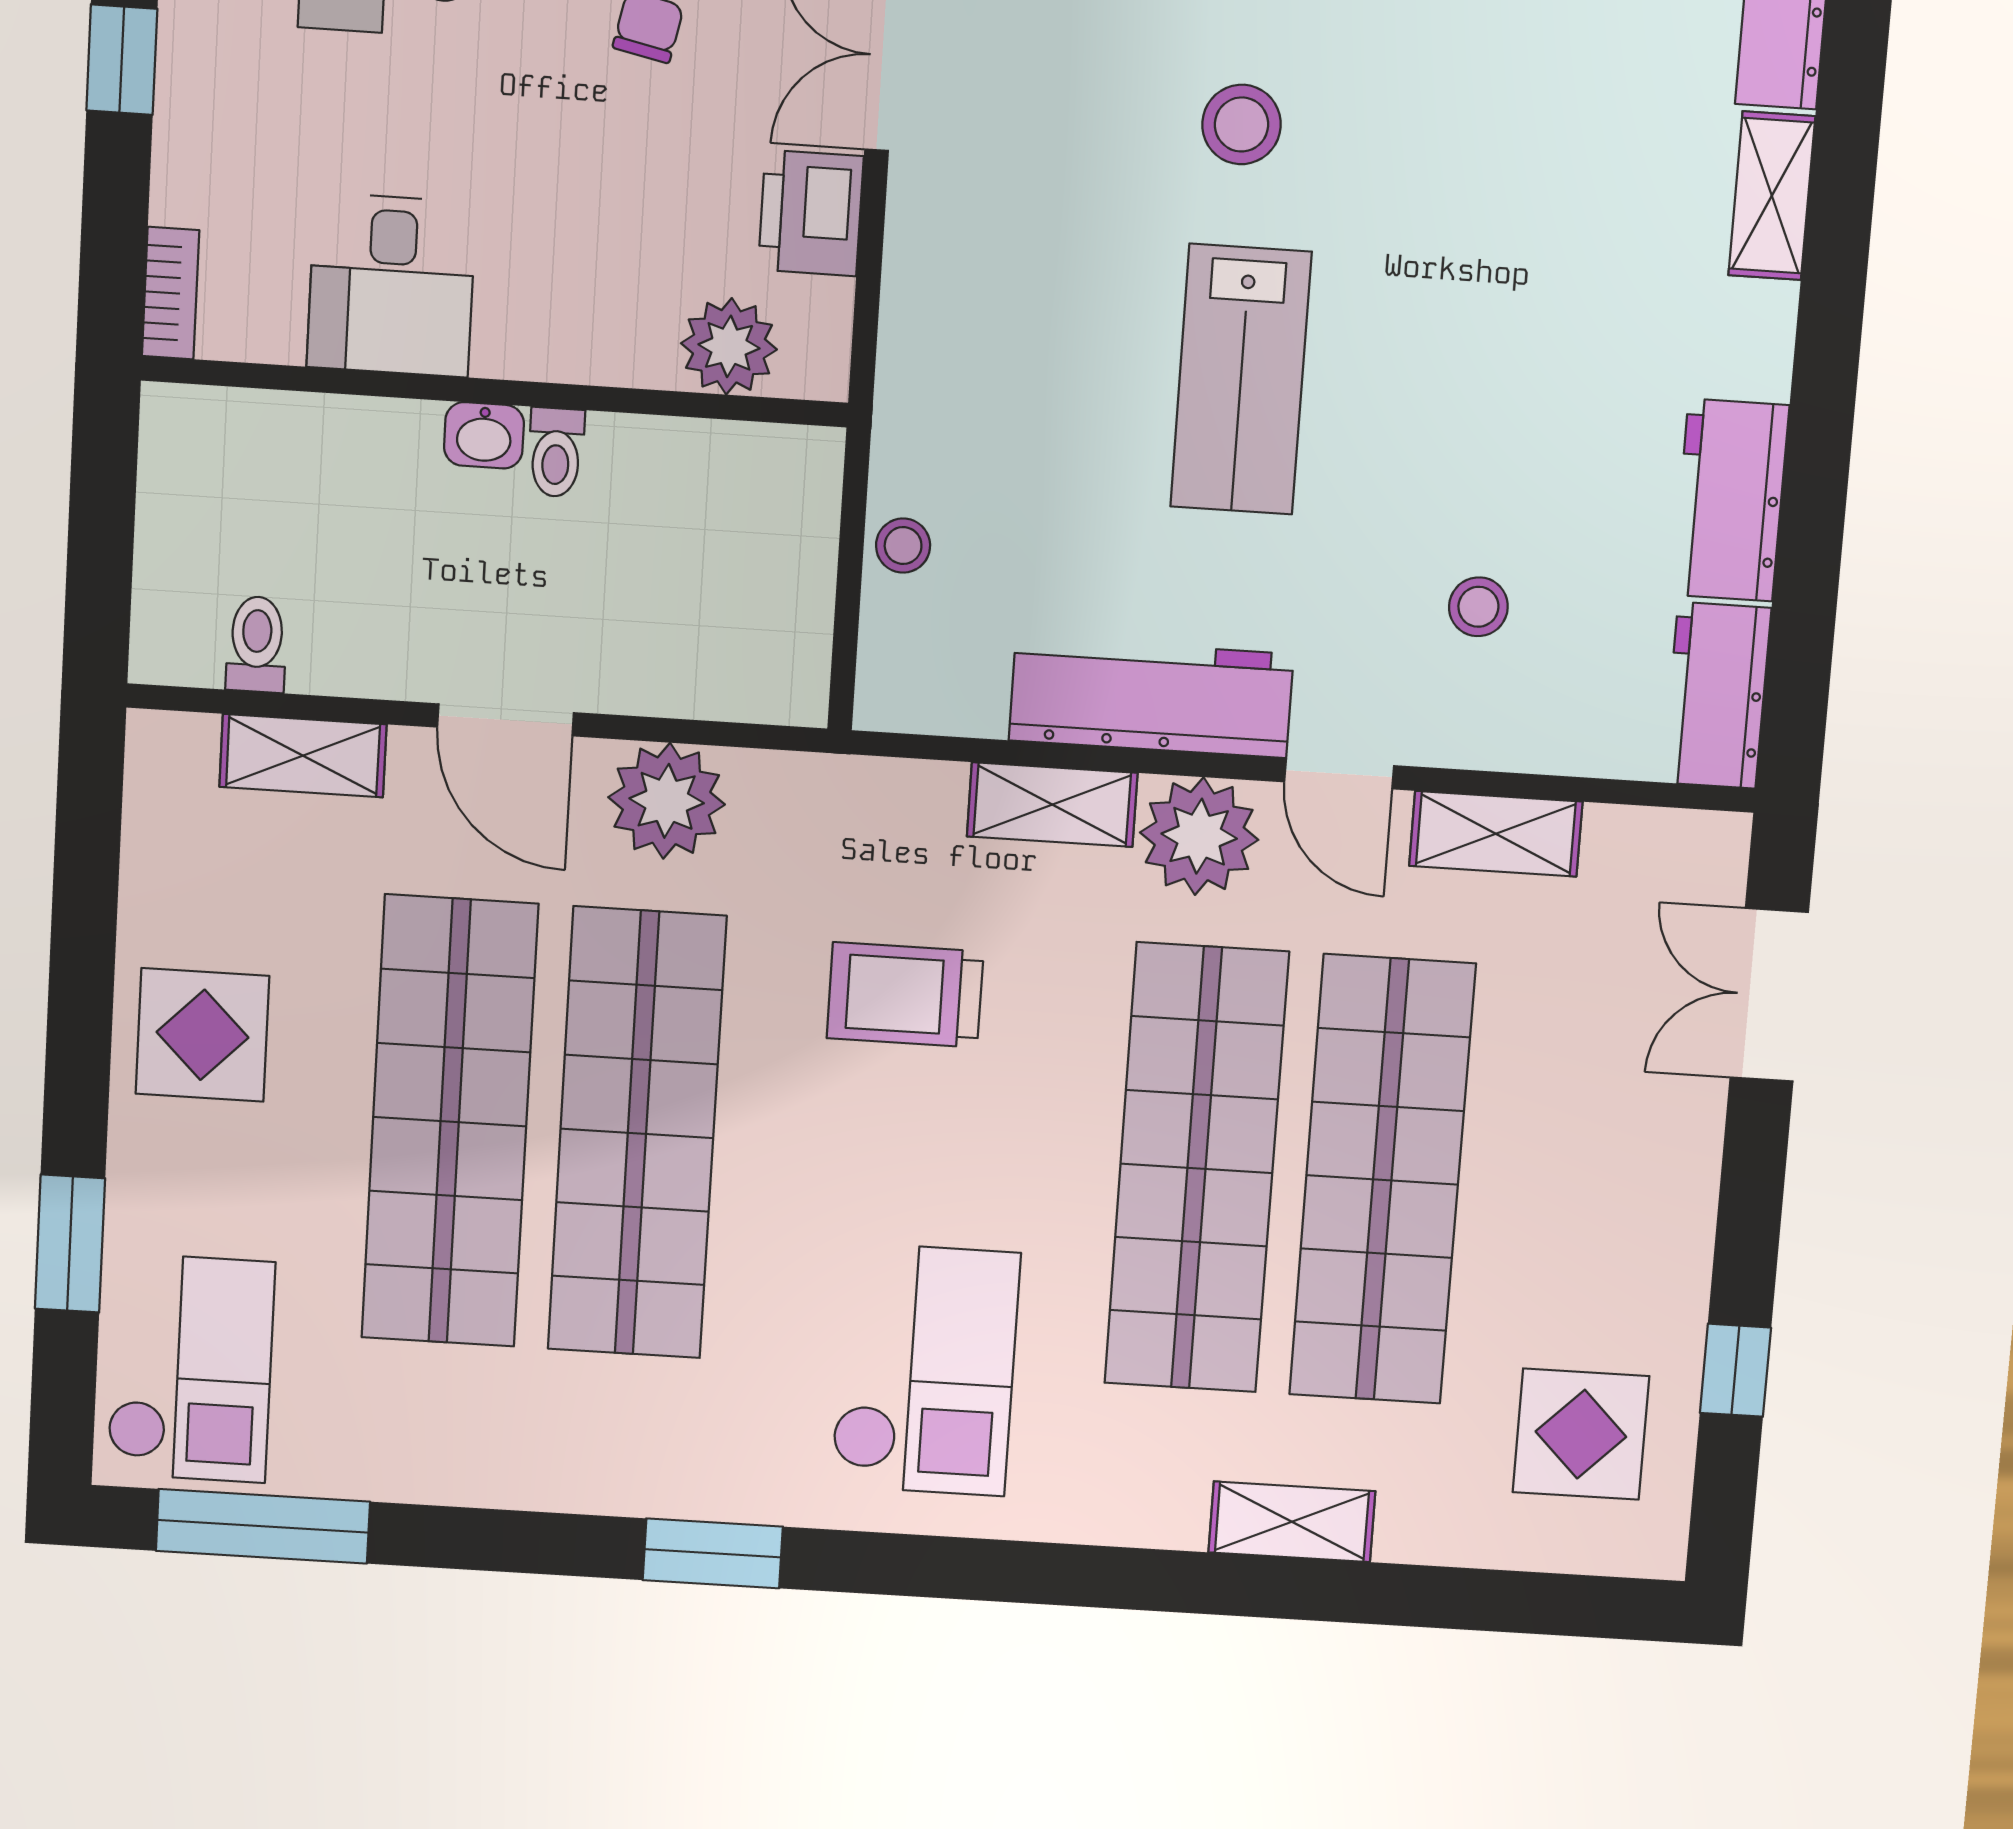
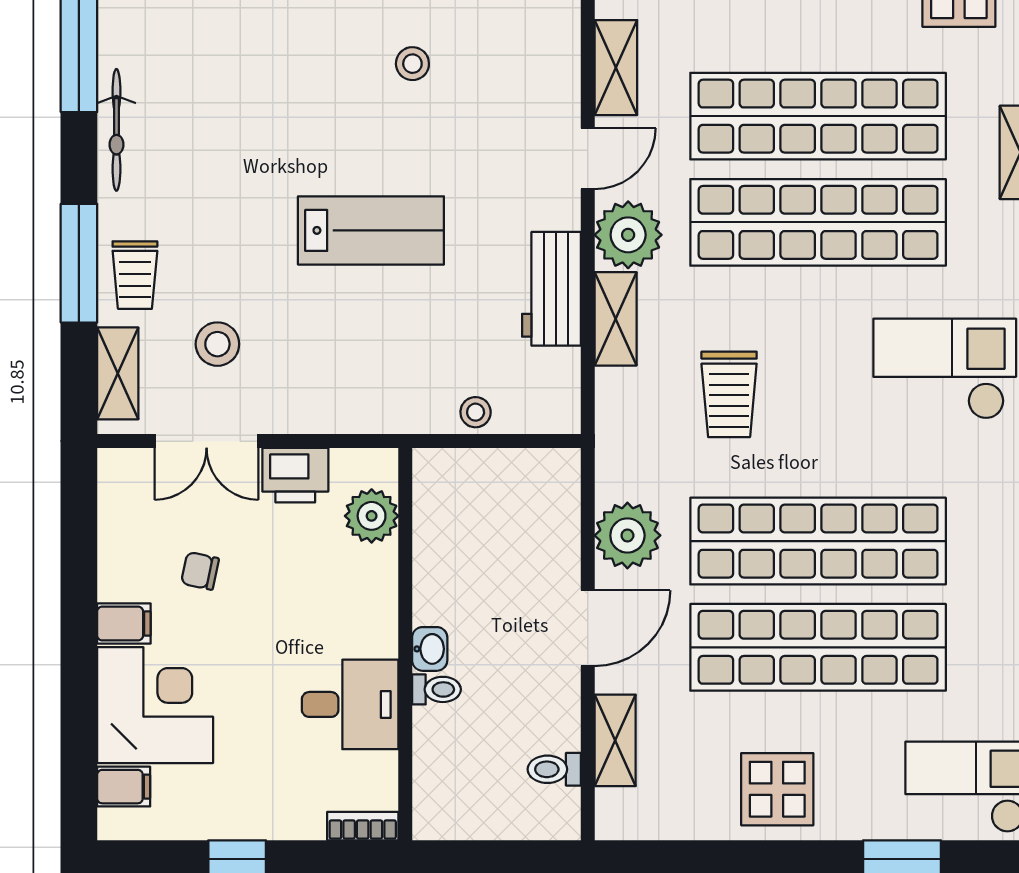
stool: (1242, 124) -> (217, 344), moved
toilet: (556, 452) -> (436, 689), moved
stool: (1478, 607) -> (412, 64), moved
workbench: (1151, 697) -> (551, 289), width x0.73

